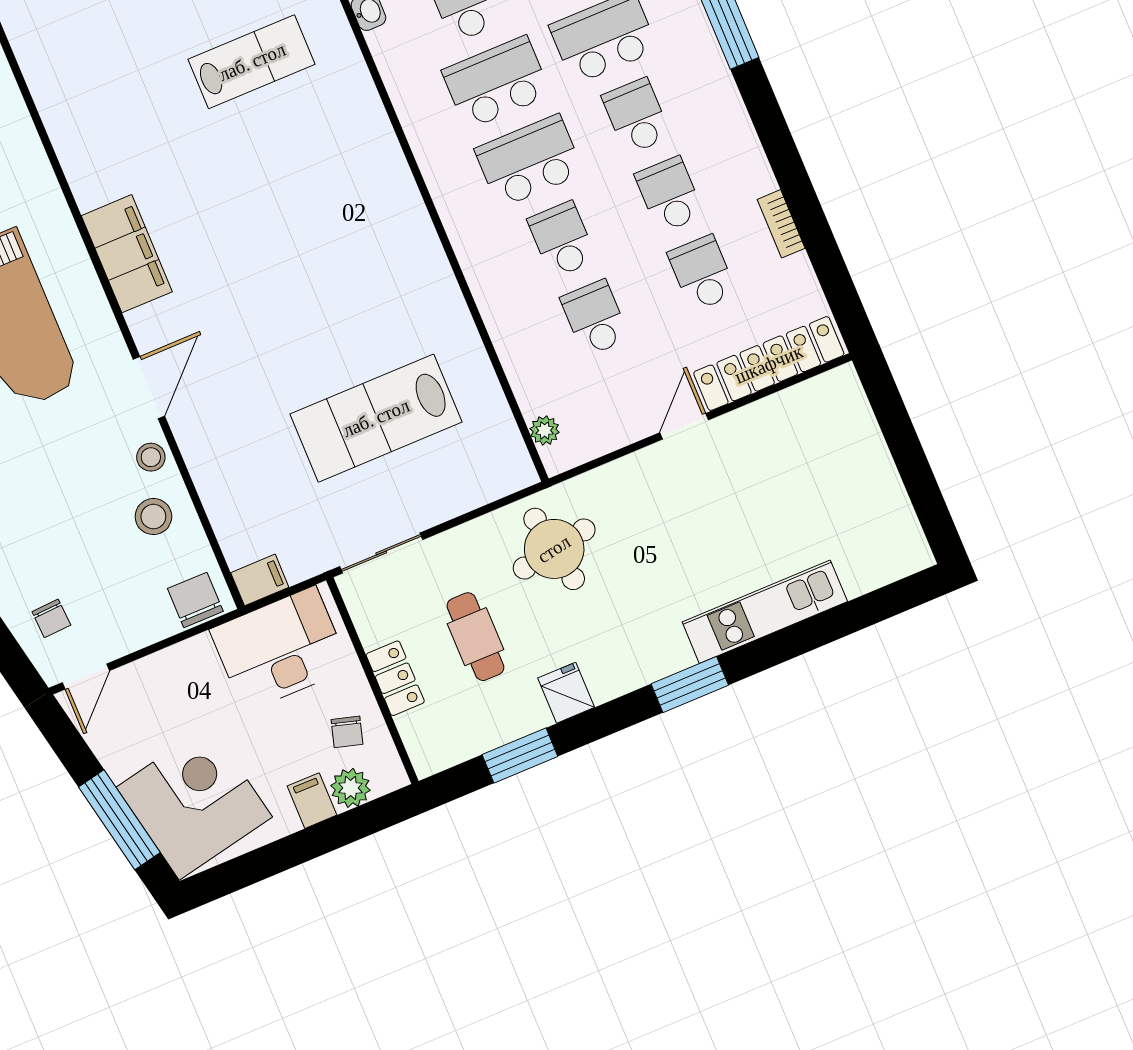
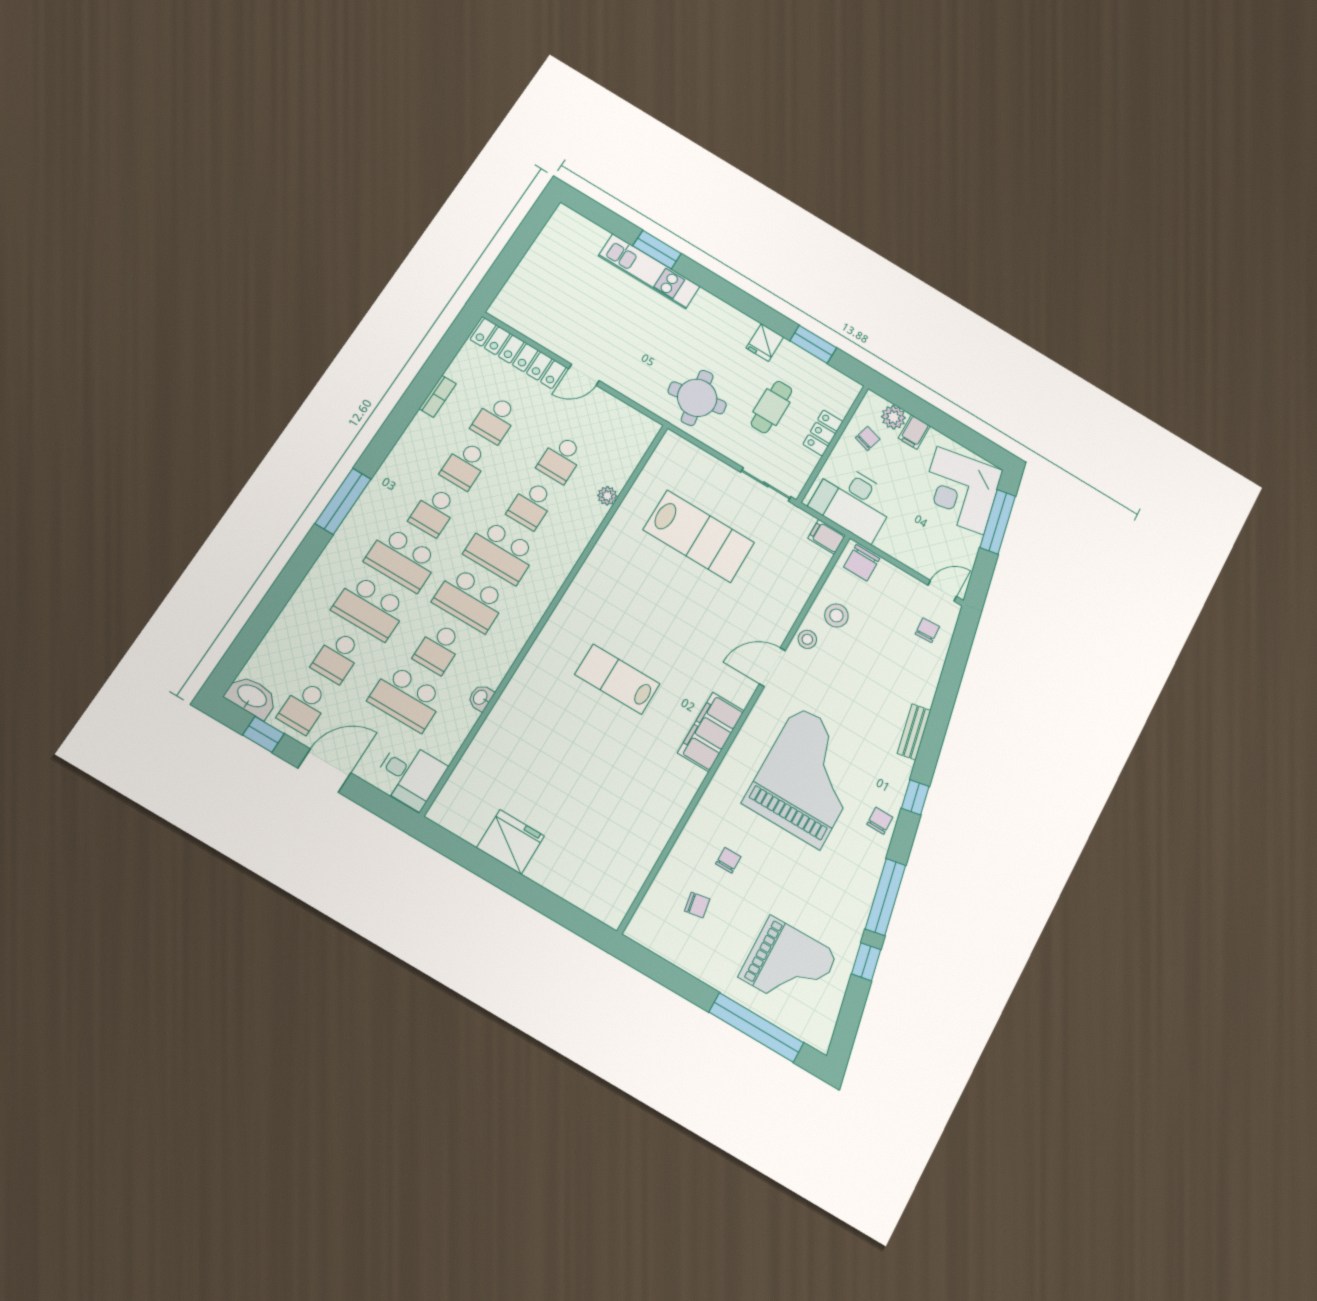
lab bench: (252, 62) -> (617, 679), moved
plant: (545, 430) -> (607, 496), moved
window: (690, 684) -> (657, 250), moved

